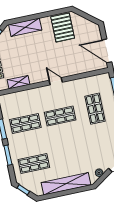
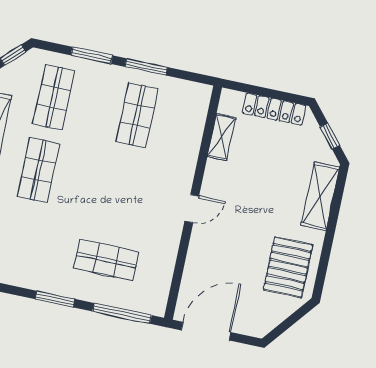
pallet: (63, 27) -> (288, 267), turned 90
shop shelf: (60, 116) -> (38, 170), moved

